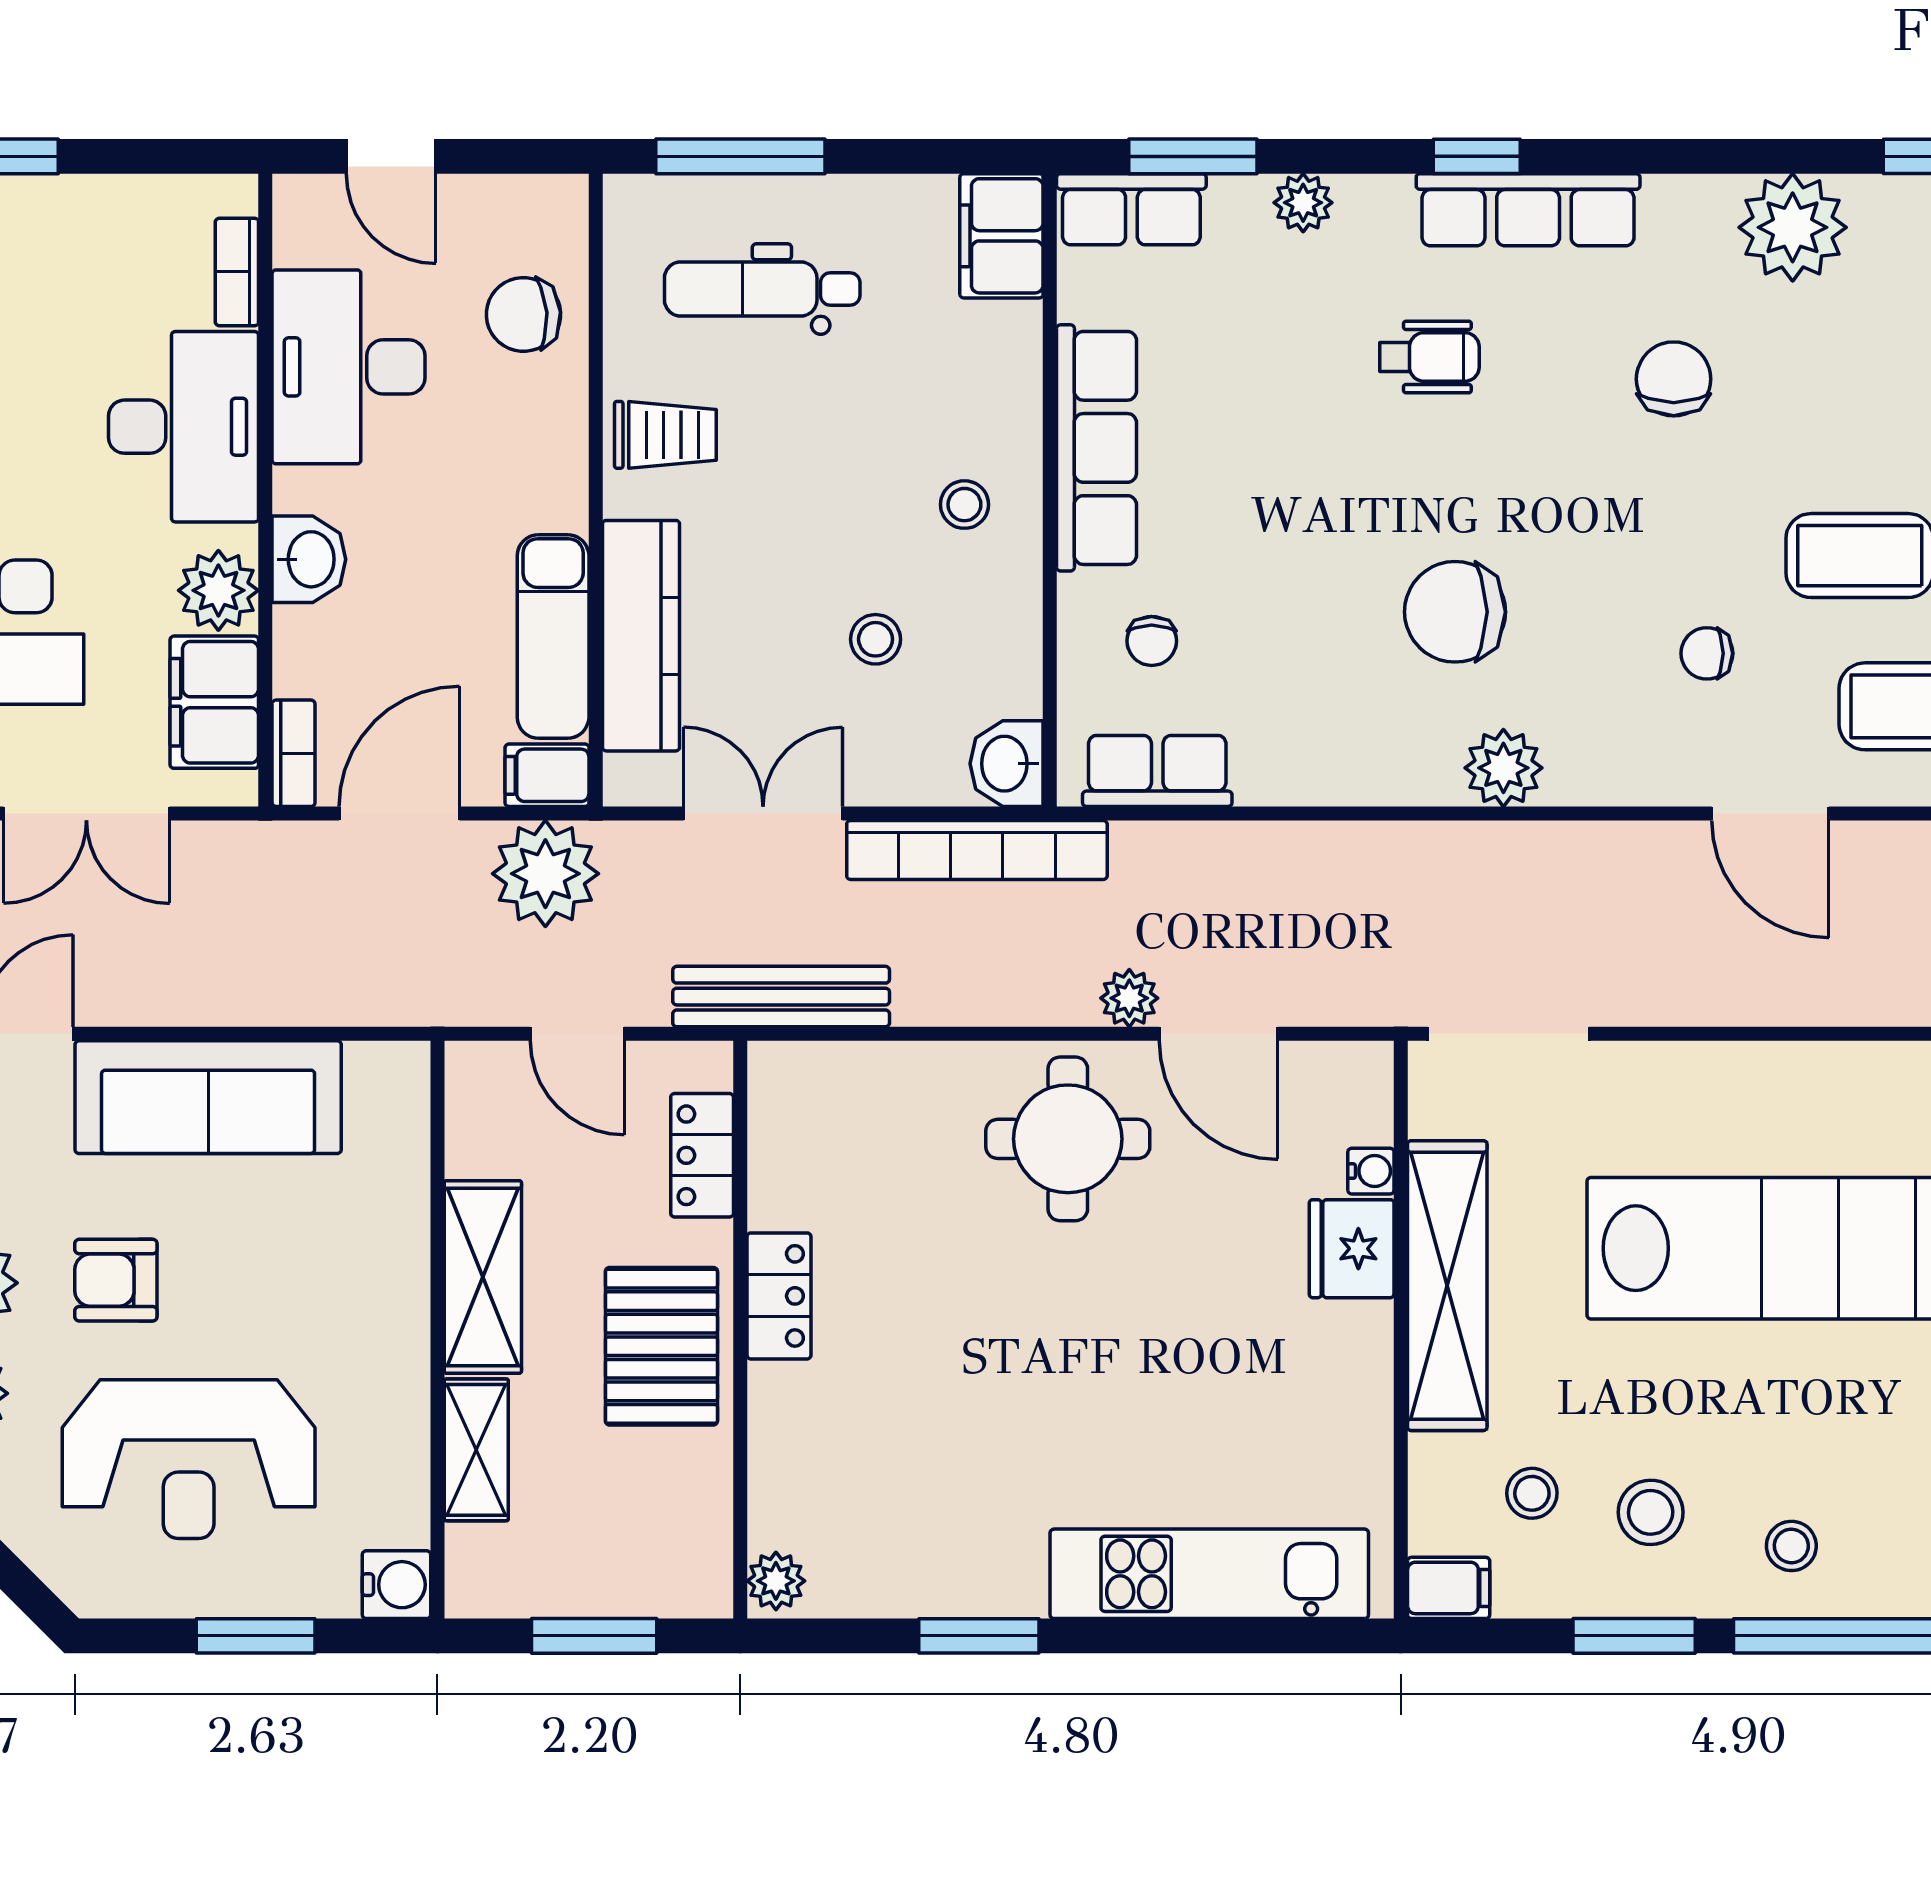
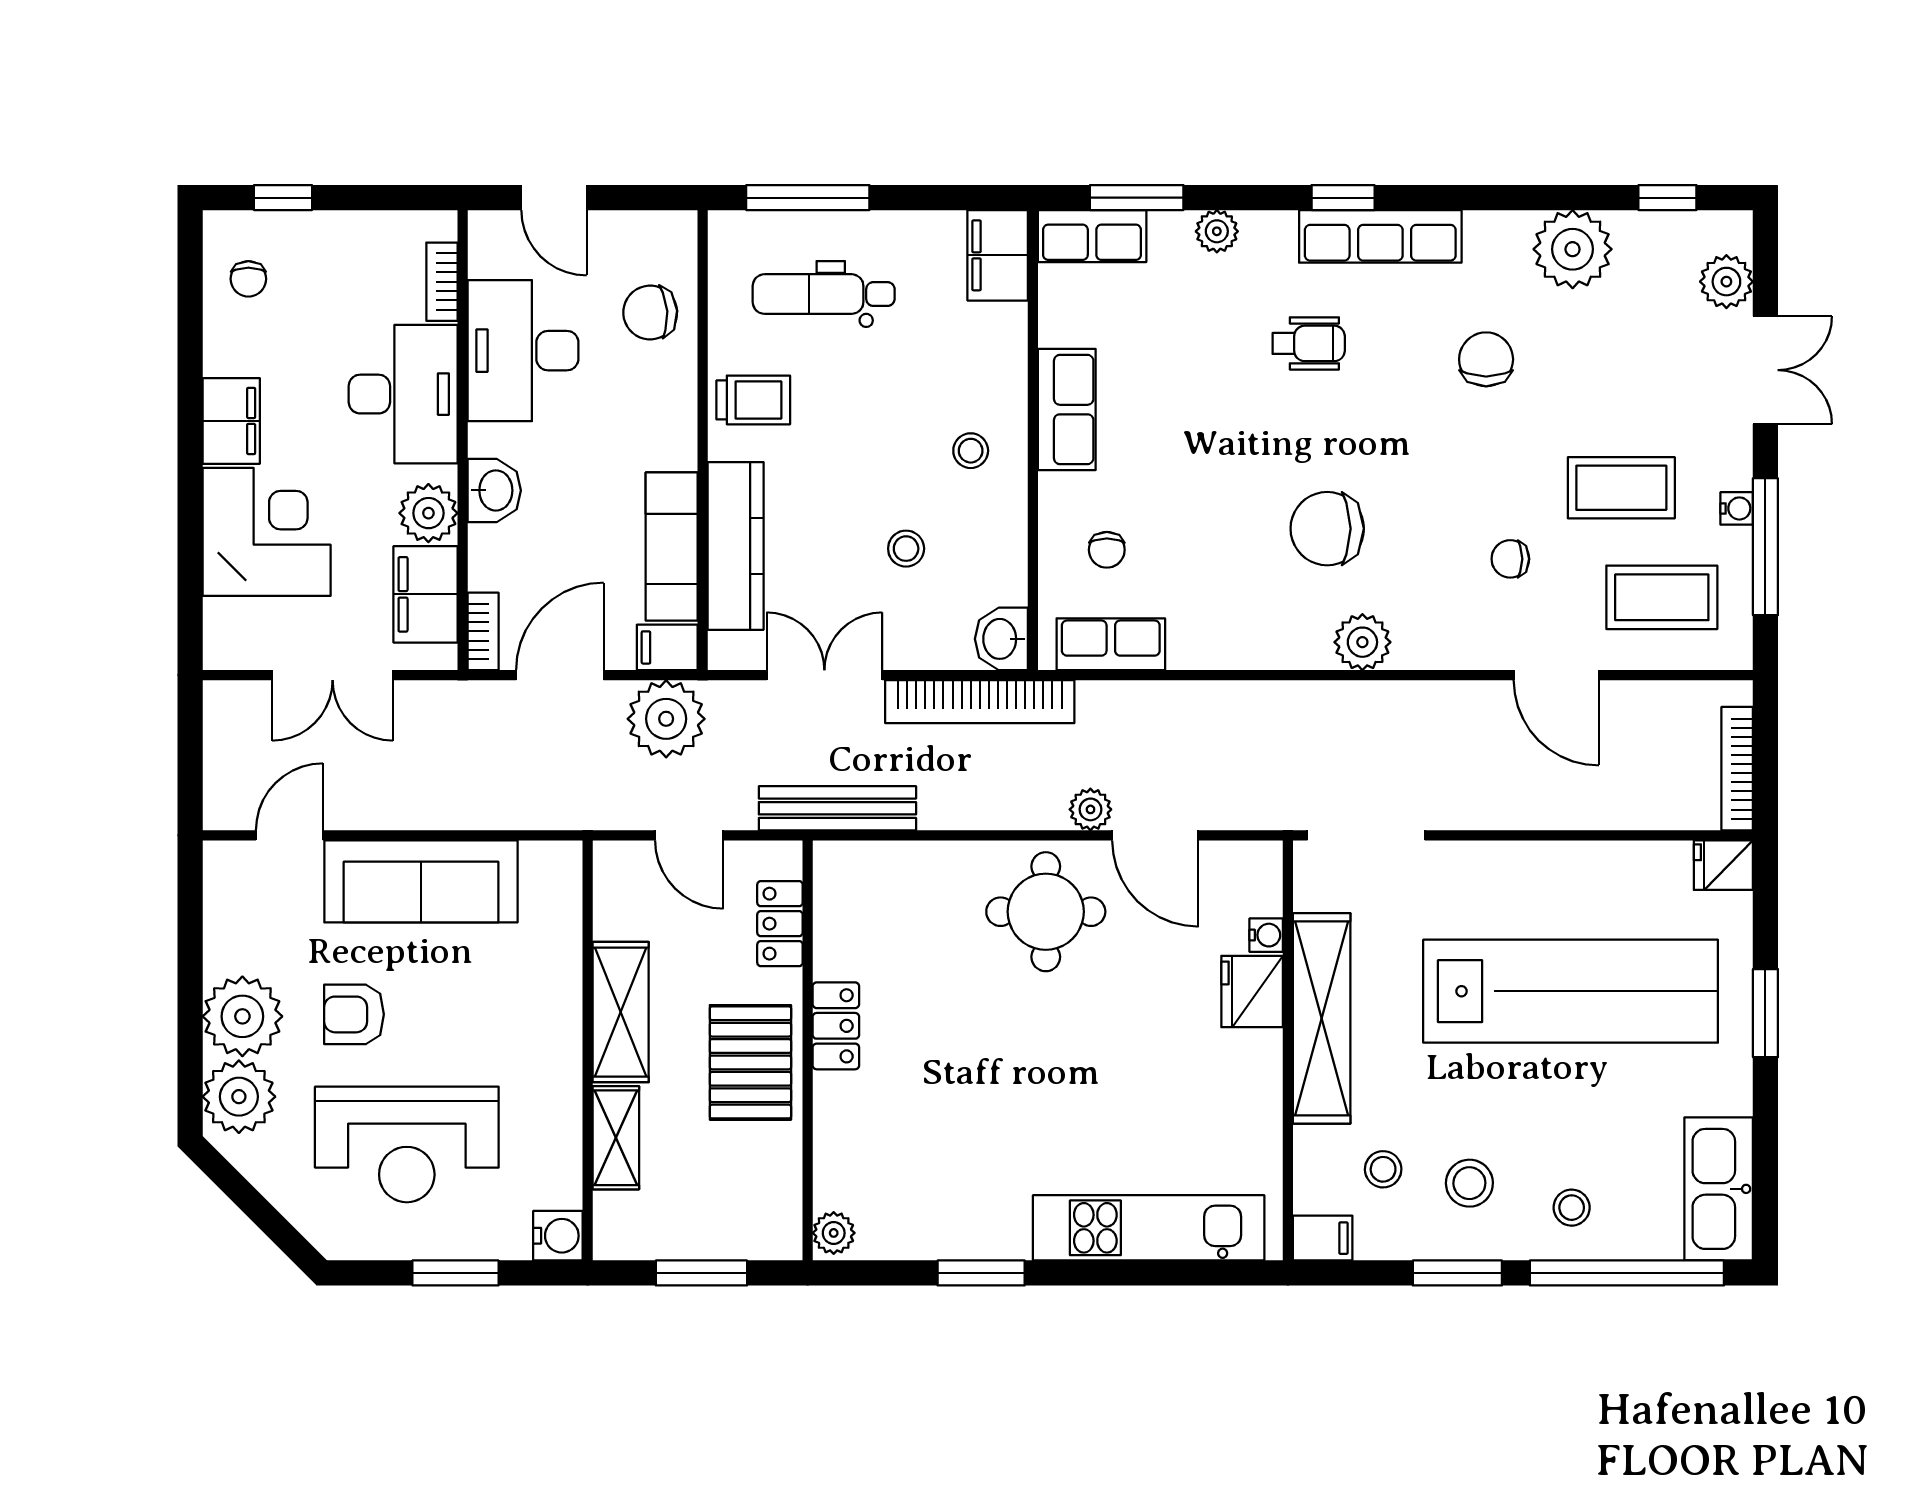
row of seats: (1097, 448) -> (1067, 410), width x0.68

